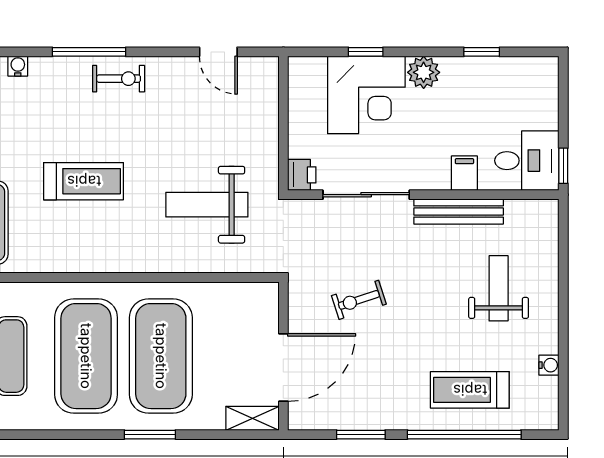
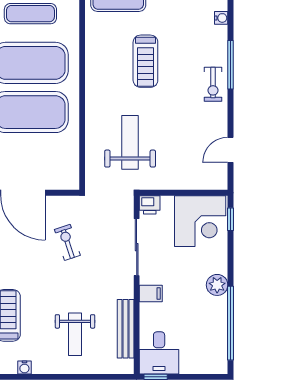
window: (366, 52) -> (231, 219), moved
window: (482, 52) -> (231, 323), width x3.17
corner desk: (366, 95) -> (200, 221), moved, turned -90
filing cabinet: (464, 173) -> (151, 293), moved
bench: (459, 212) -> (126, 329), moved
weight bench: (499, 288) -> (75, 334), turned 90

